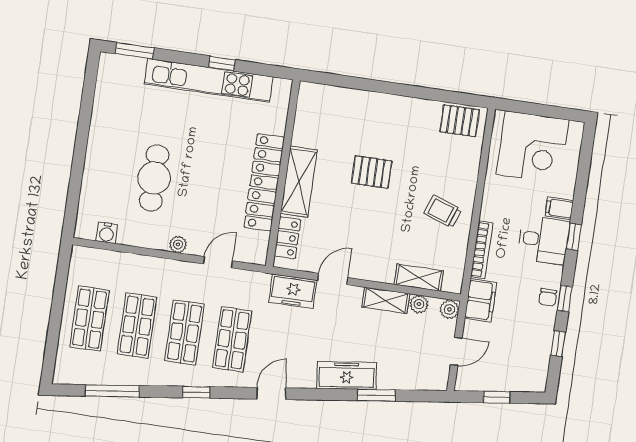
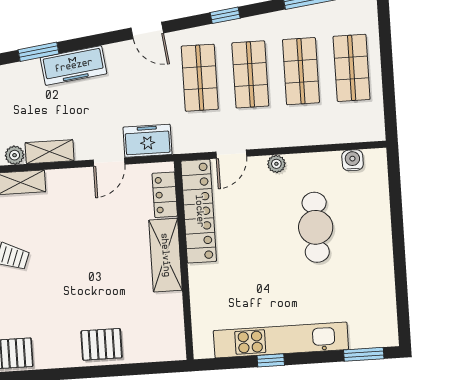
pallet: (372, 172) -> (102, 344), moved
locker: (264, 182) -> (199, 211), moved
door: (271, 393) -> (147, 30), hinge flipped

